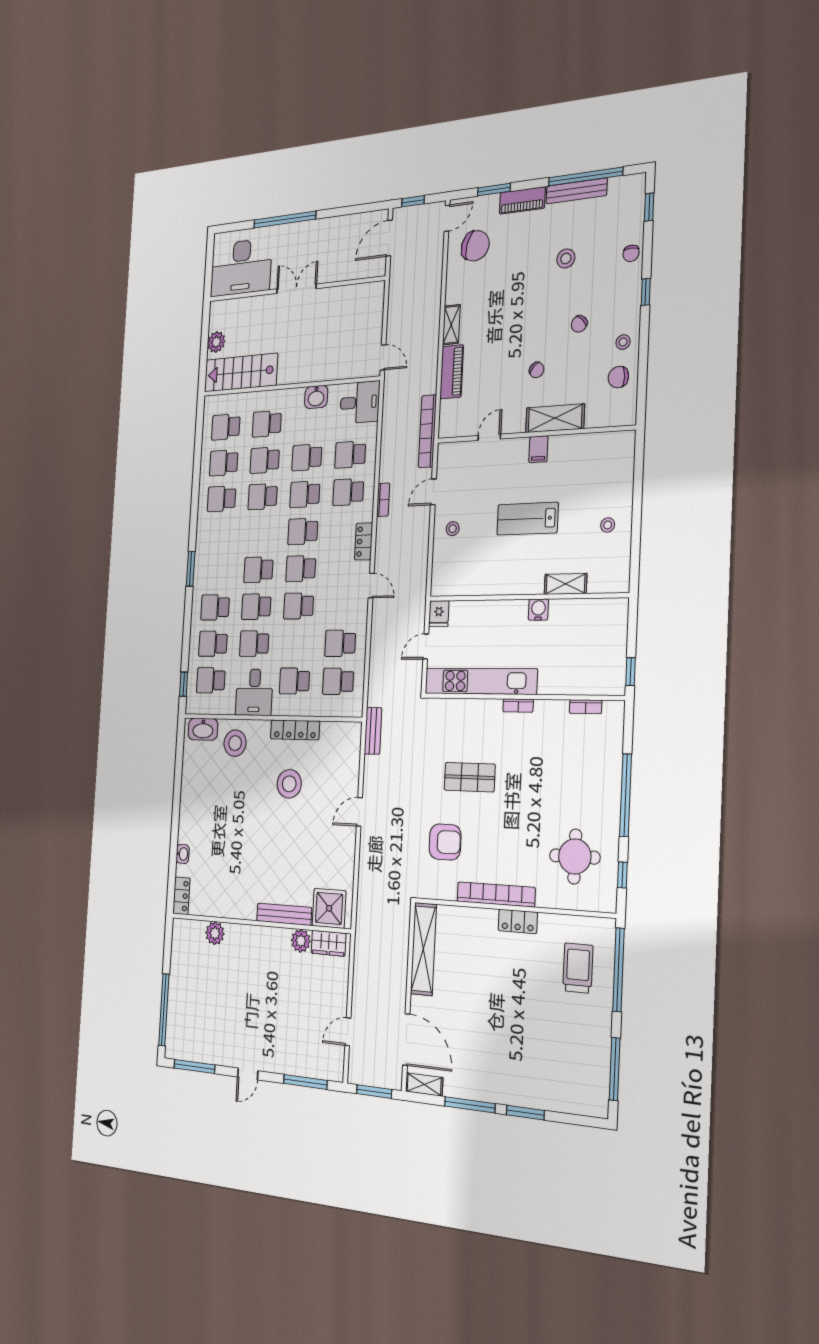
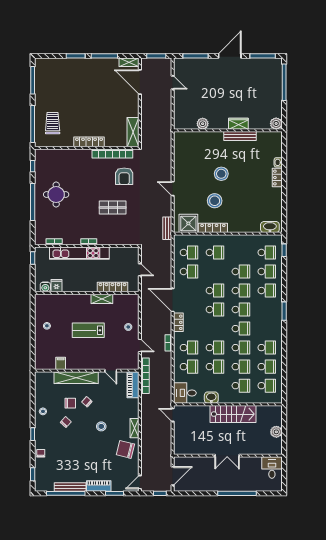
chair: (475, 246) -> (125, 449), moved
stool: (566, 258) -> (101, 426), moved
desk: (241, 267) -> (272, 467), width x0.53, depth x0.77
piano: (452, 372) -> (133, 385), moved
stairs: (241, 373) -> (233, 414), moved
chair: (618, 377) -> (70, 403), moved
shelving: (555, 418) -> (76, 378), width x1.47
door: (489, 437) -> (111, 371), hinge flipped
filing cabinet: (538, 449) -> (61, 363), moved
door: (433, 492) -> (140, 345), hinge flipped
lab bench: (527, 519) -> (88, 330), turned 180
school desk: (303, 531) -> (241, 329), moved
shelving: (566, 584) -> (102, 299), moved
door: (371, 586) -> (173, 300), width x1.88
locker: (478, 610) -> (112, 287), added
water cooler: (538, 610) -> (45, 287), moved
fridge: (439, 614) -> (56, 286), moved
door: (426, 647) -> (140, 270), hinge flipped
kitchen unit: (481, 681) -> (79, 253), moved
desk: (254, 692) -> (239, 247), removed
stool: (235, 743) -> (221, 174), moved
door: (359, 812) -> (173, 189), swing flipped
armchair: (445, 842) -> (124, 176), turned -90
round table: (575, 857) -> (56, 195), moved
bookcase: (496, 894) -> (112, 153), moved
locker: (181, 896) -> (277, 178), moved
shower: (329, 908) -> (188, 223), moved
bench: (284, 914) -> (240, 136), moved
locker: (518, 921) -> (89, 142), width x1.53
plant: (215, 933) -> (276, 123), moved
wardrobe: (329, 943) -> (238, 124), moved
shelving: (423, 949) -> (133, 132), width x0.68
trolley: (578, 968) -> (53, 123), turned 180
door: (348, 1032) -> (173, 82), hinge flipped
door: (248, 1074) -> (230, 56), width x1.88

